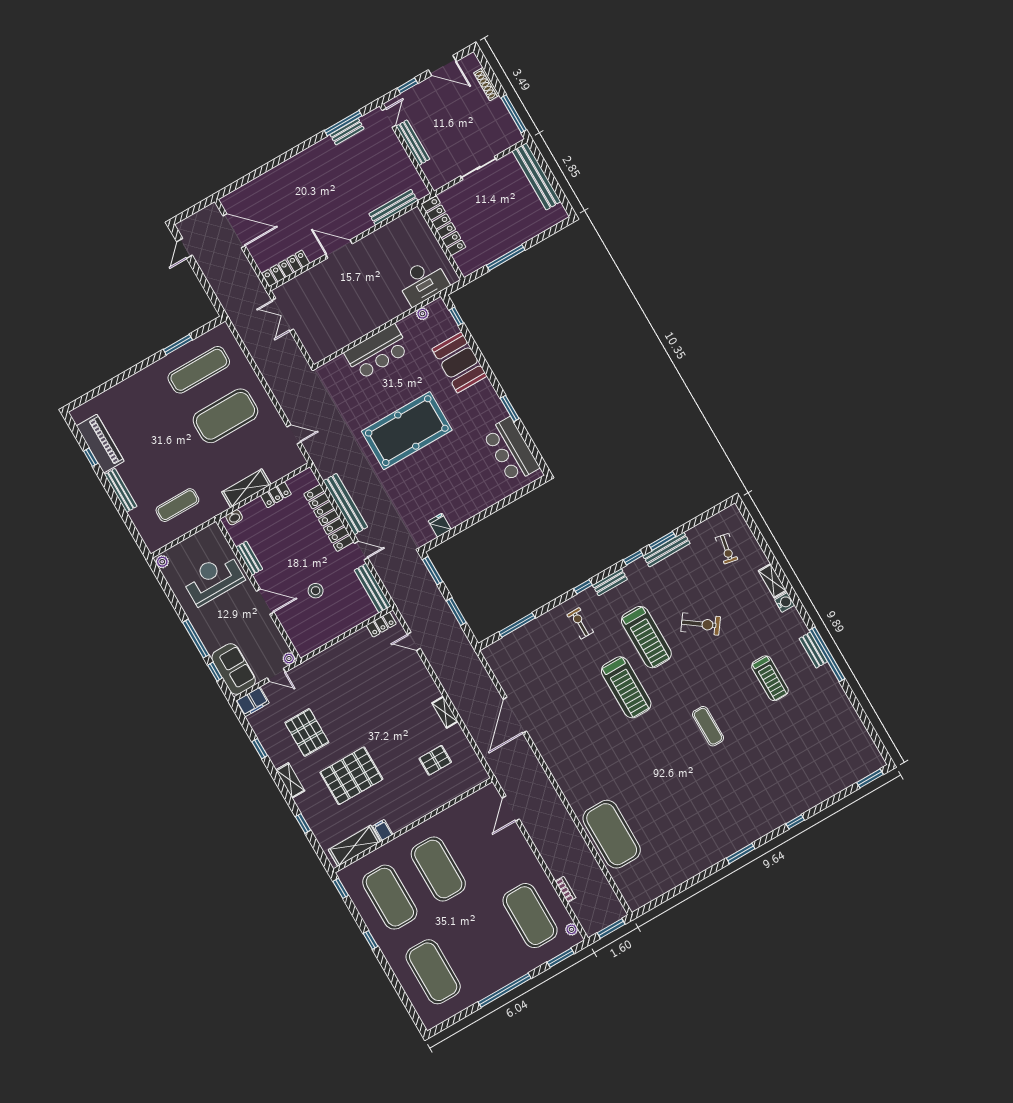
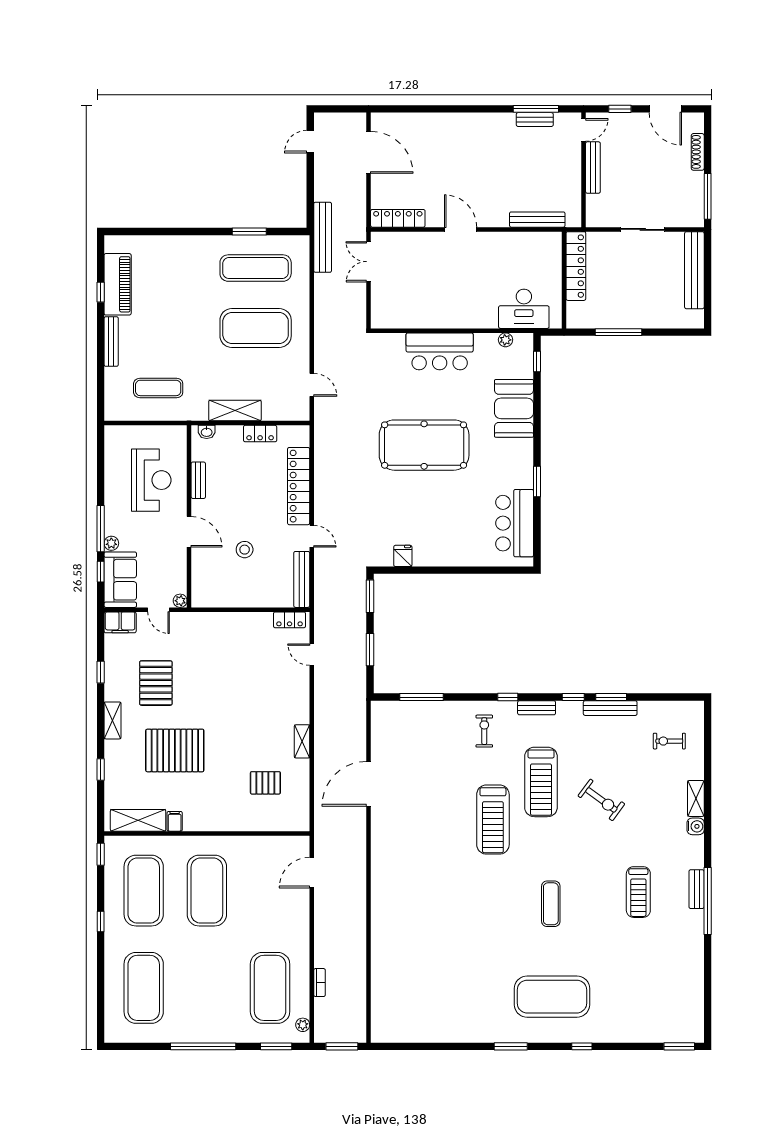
bench: (345, 504) -> (323, 237), moved
exercise bike: (727, 549) -> (669, 741), turned 79
plant: (162, 562) -> (111, 543), moved
reception desk: (213, 579) -> (151, 480), turned 90
exercise mat: (612, 834) -> (552, 997), moved, turned 90

